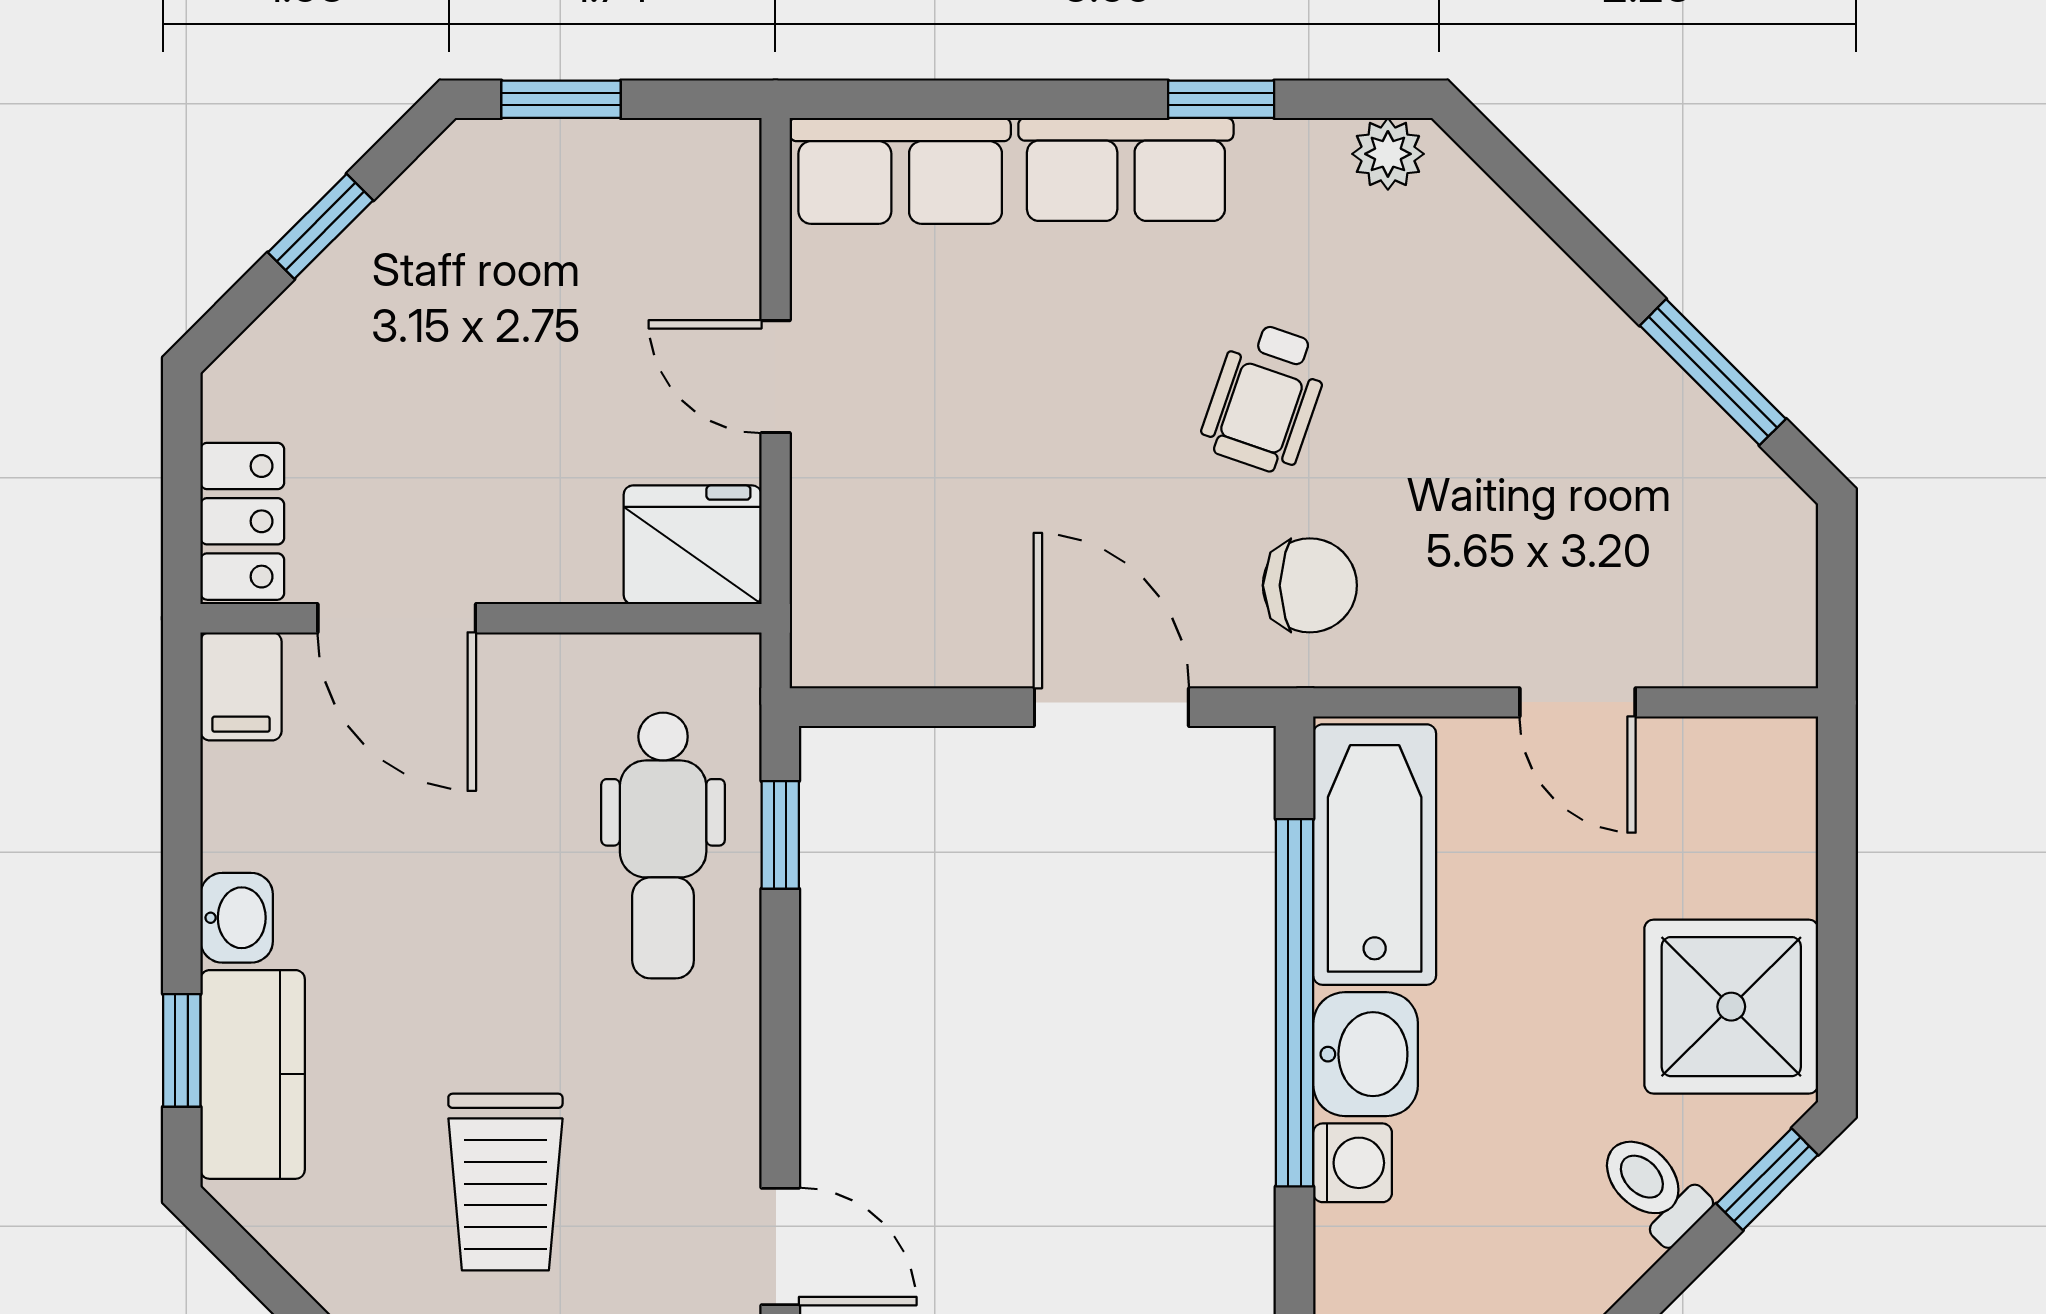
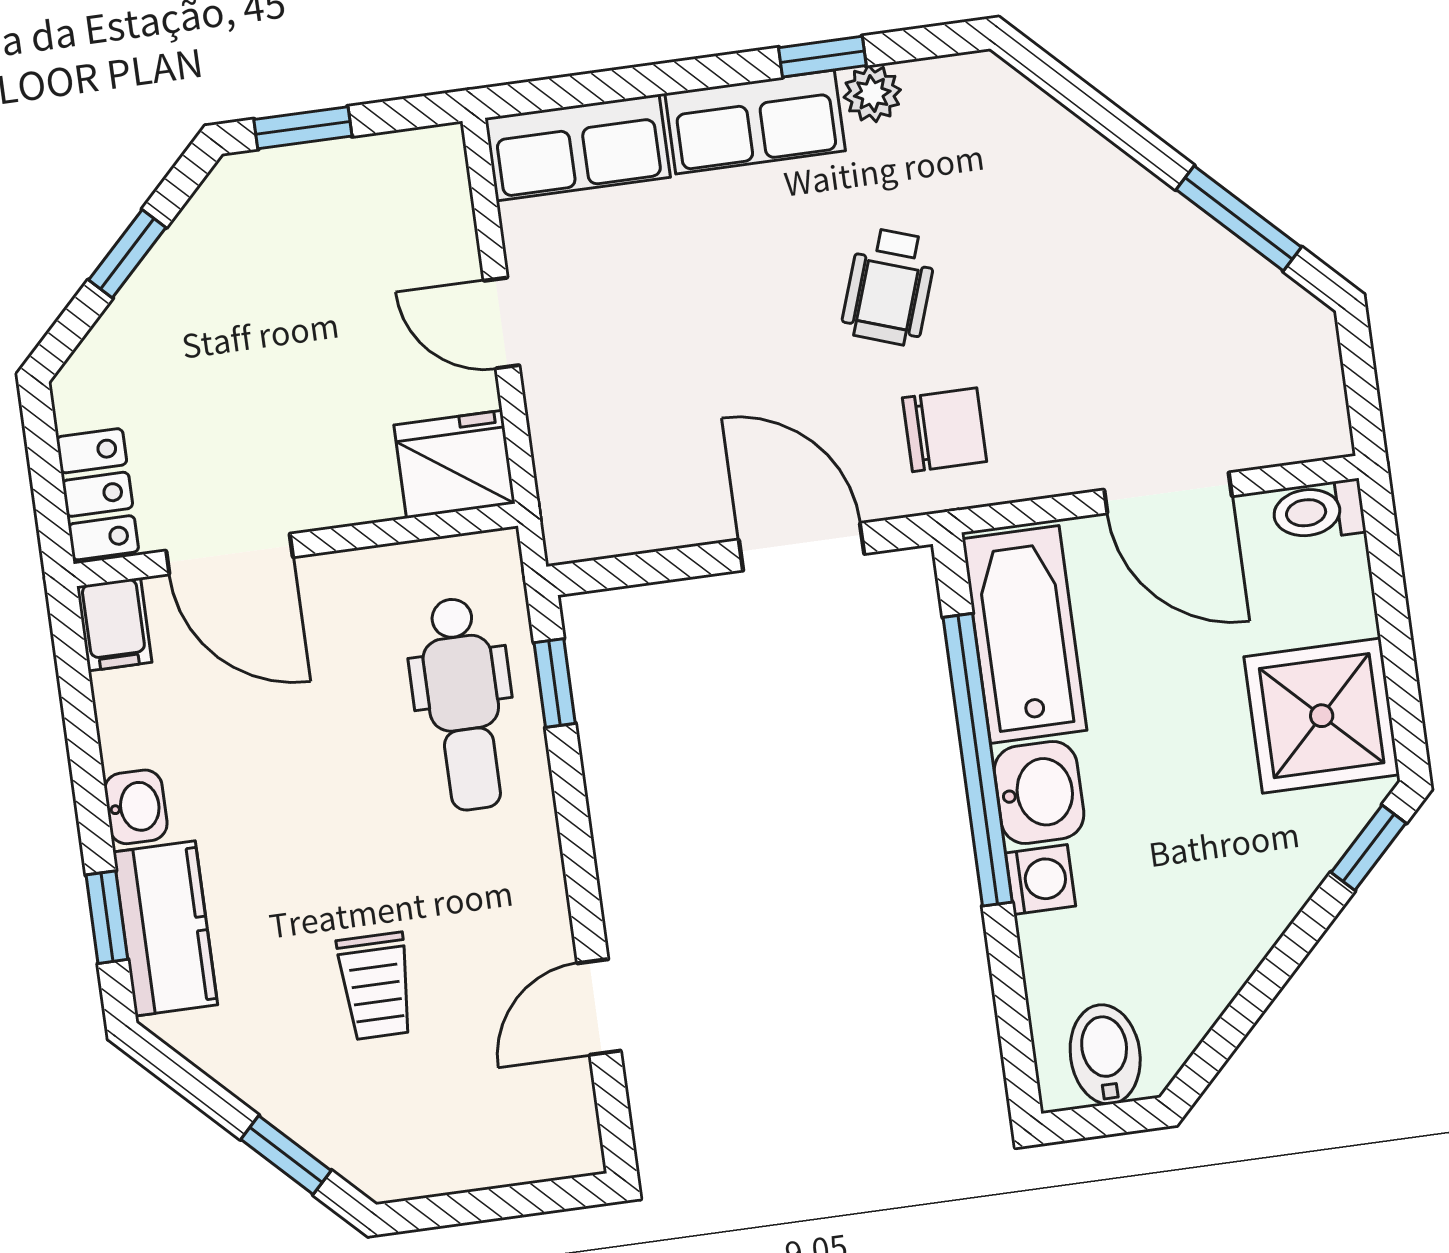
plant: (1388, 154) -> (872, 94), moved
door: (1578, 702) -> (1168, 493), width x1.38
trolley: (505, 1182) -> (376, 986), width x0.73, depth x0.72
toilet: (1653, 1188) -> (1318, 511), moved, turned -45
door: (780, 1246) -> (599, 1007), swing flipped

